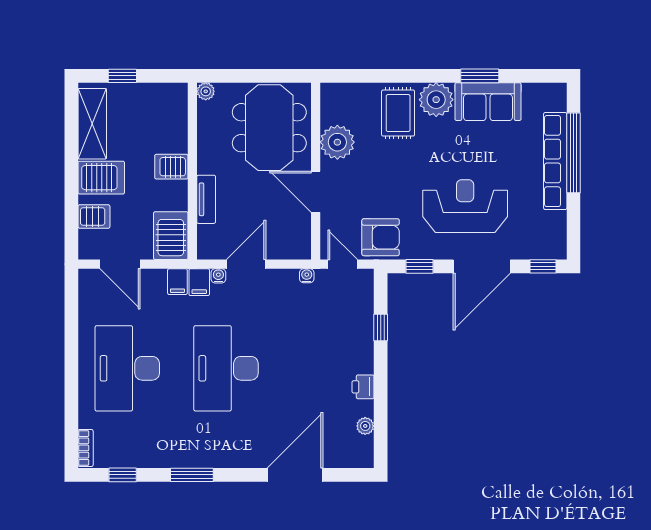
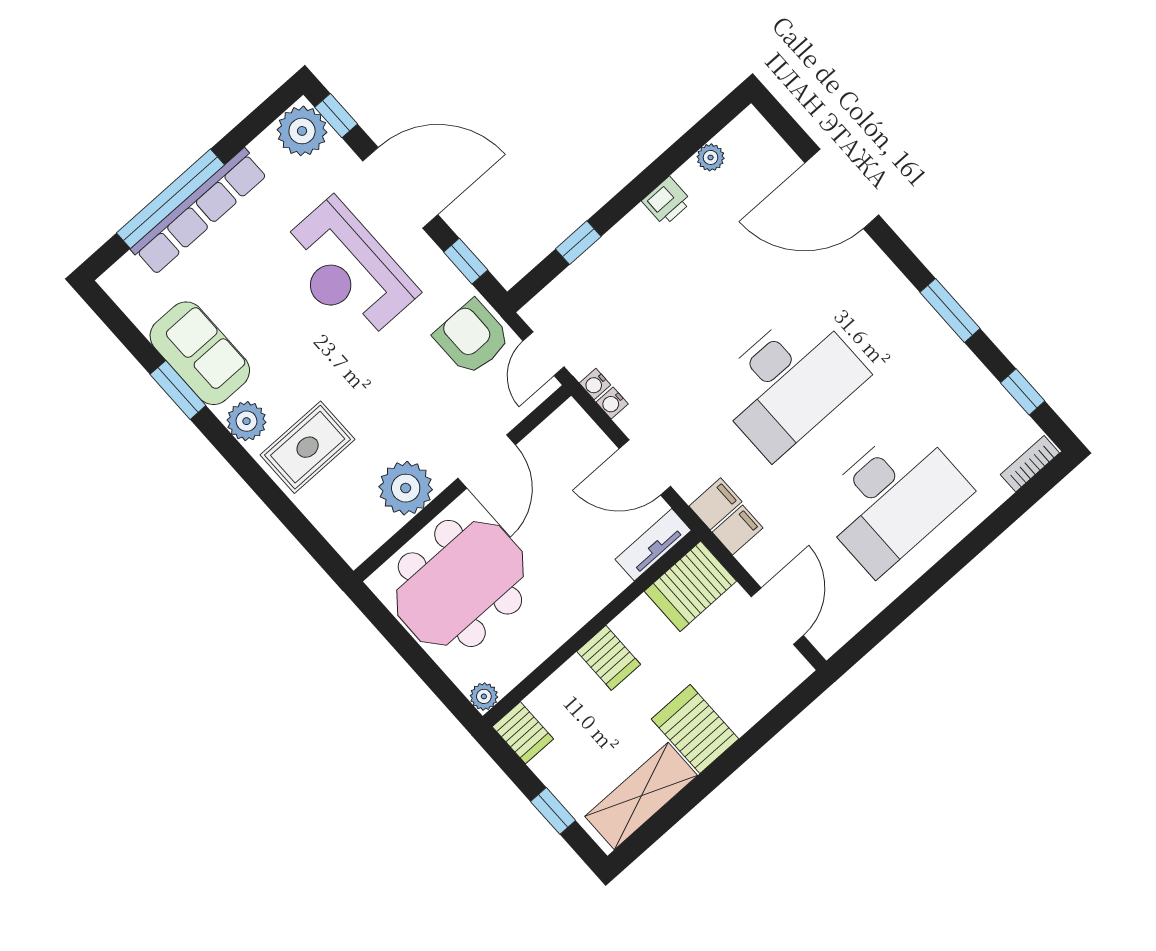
plant: (436, 100) -> (247, 421), width x0.73, depth x0.73
tv unit: (206, 199) -> (653, 545), moved
server rack: (94, 217) -> (523, 733), moved, turned 180
plant: (550, 244) -> (302, 131), added
water cooler: (218, 276) -> (612, 403), moved

